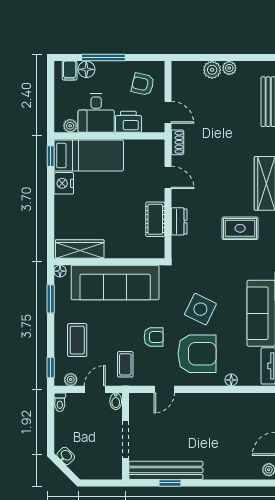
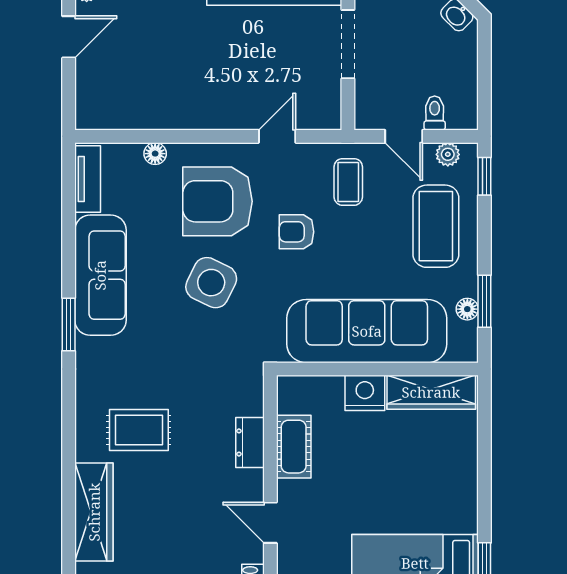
nightstand: (64, 183) -> (365, 393), moved, turned -90
floor lamp: (60, 271) -> (467, 309), moved
coffee table: (77, 340) -> (436, 226), width x1.36, depth x1.32
door: (95, 389) -> (404, 136), hinge flipped
bidet: (116, 401) -> (366, 115), removed
toilet: (60, 402) -> (435, 113), moved

